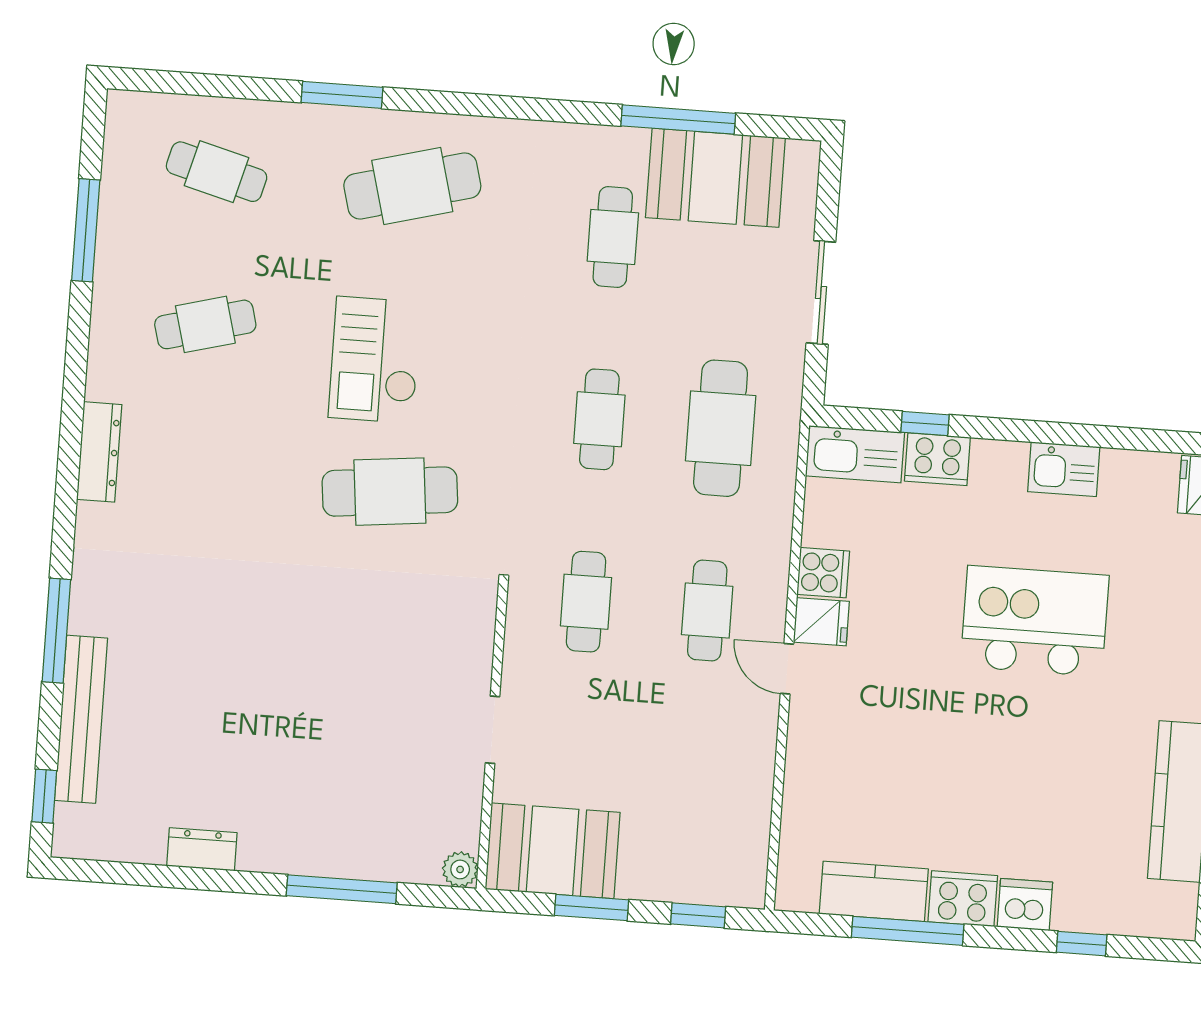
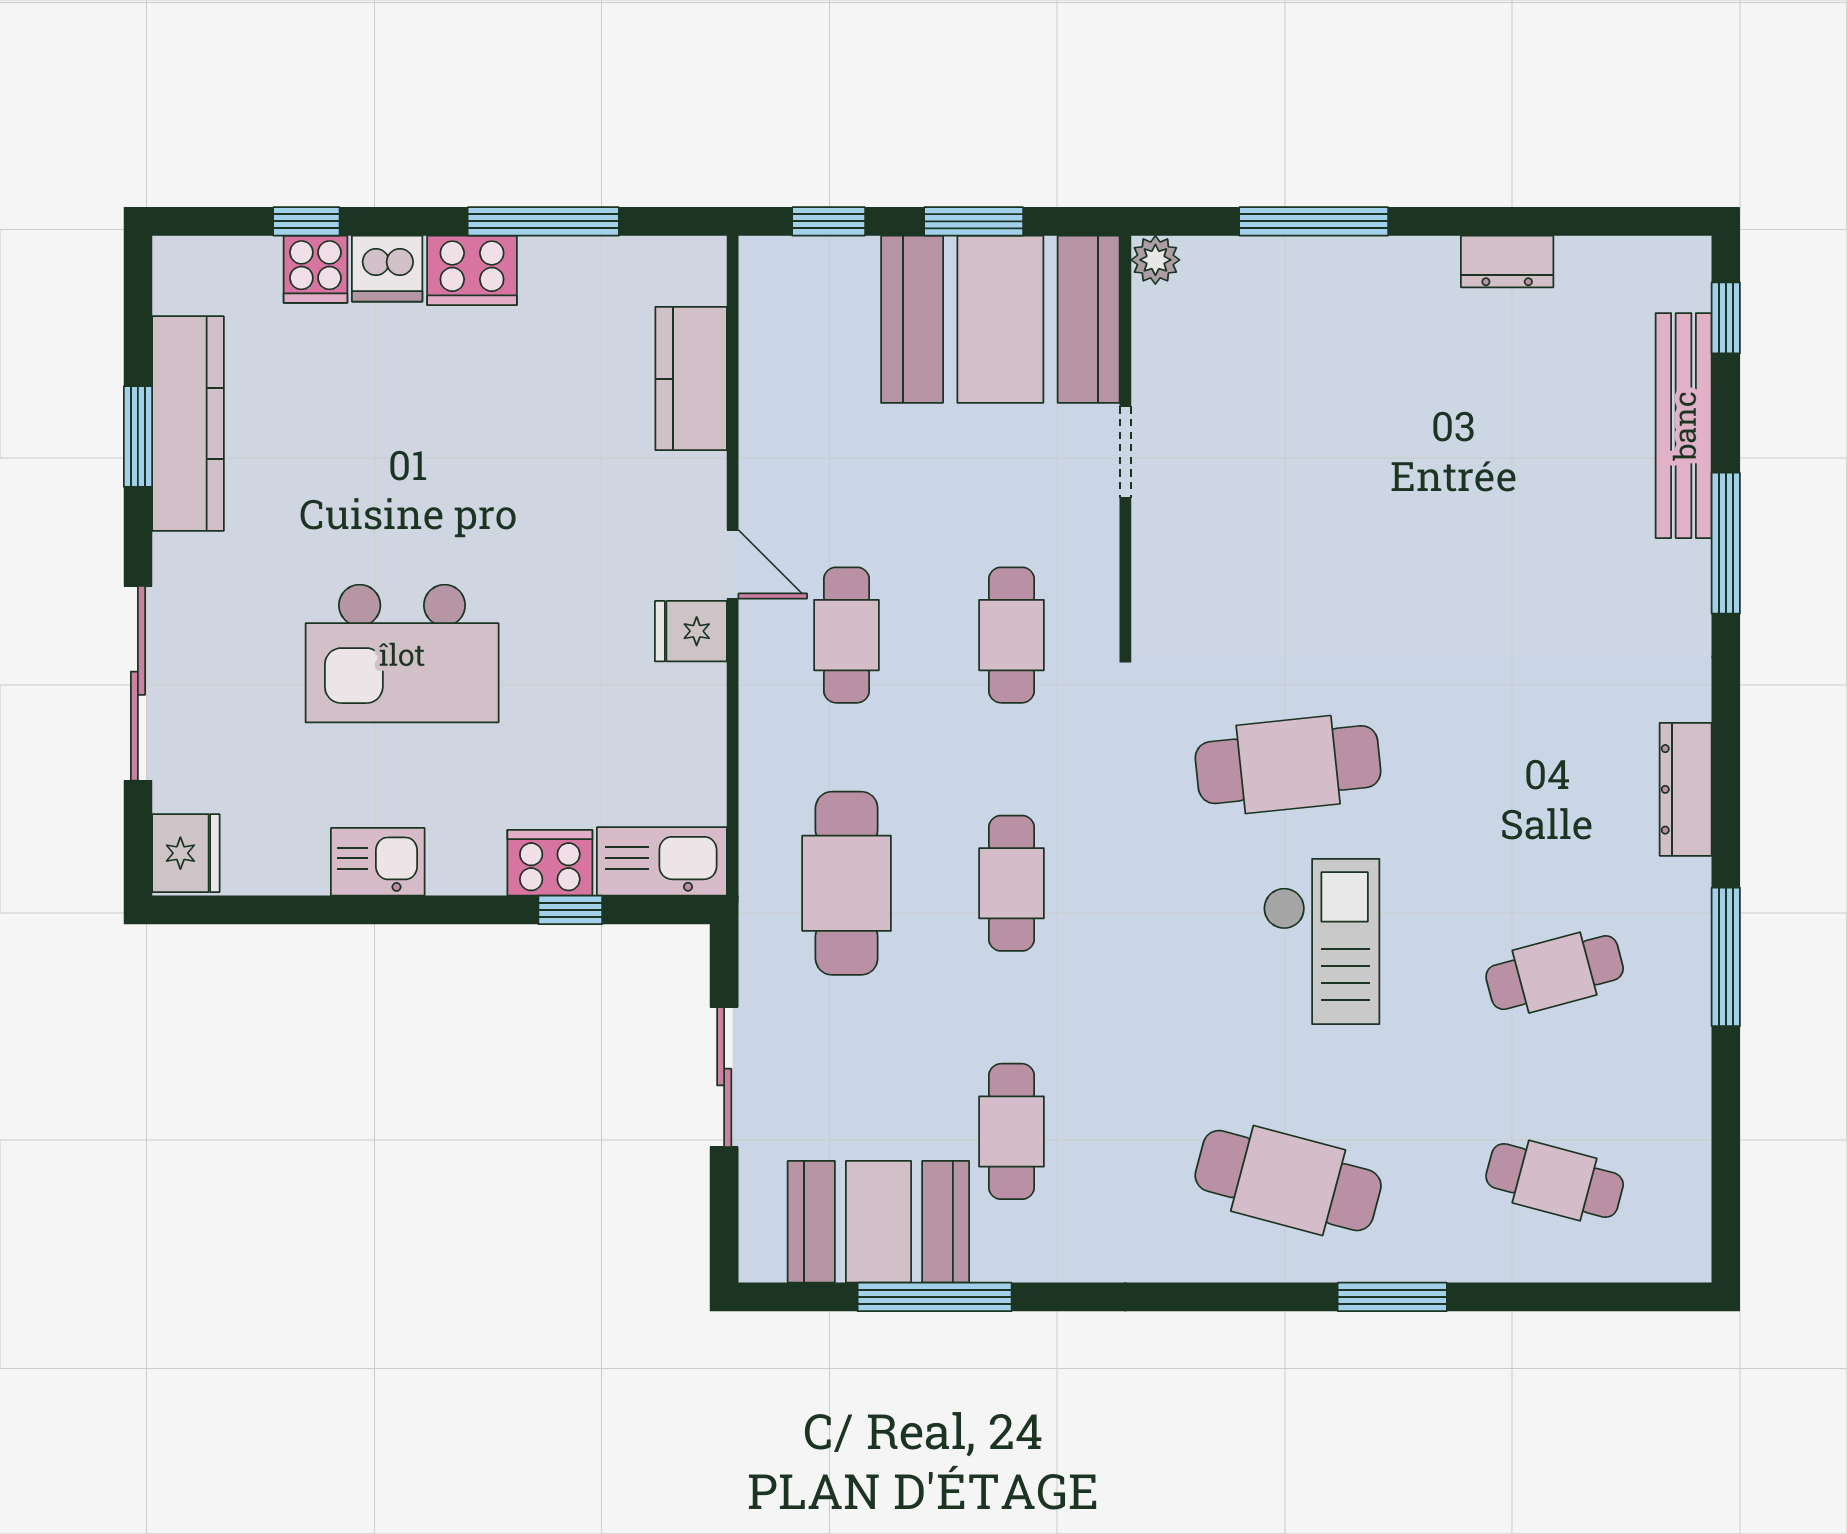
cafe table: (412, 186) -> (1288, 1181), turned 30
window: (86, 230) -> (1726, 957), moved
cooker: (823, 573) -> (315, 269), moved, turned -90
booth: (553, 851) -> (1000, 319), width x1.36, depth x1.42
kitchen counter: (874, 891) -> (691, 379), moved, turned 90

